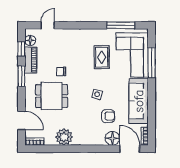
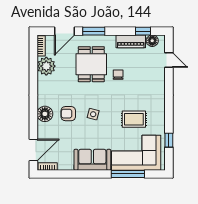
window: (121, 25) -> (169, 140), width x0.46
window: (21, 76) -> (94, 31), moved
sofa: (139, 101) -> (92, 160), width x0.73
armchair: (108, 116) -> (68, 114), moved, turned 90
plant: (64, 137) -> (46, 66), moved
floor lamp: (112, 138) -> (45, 114), moved

